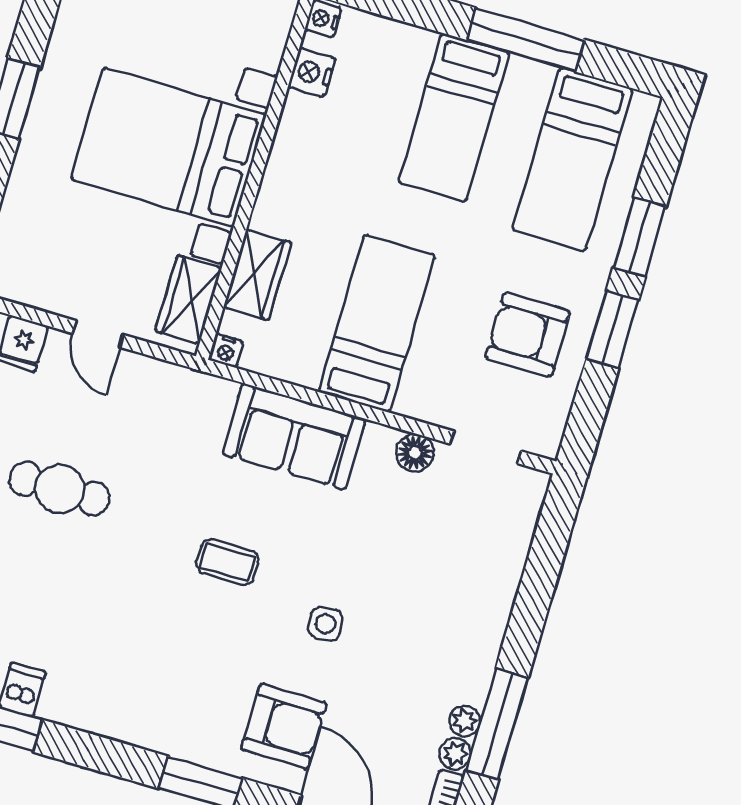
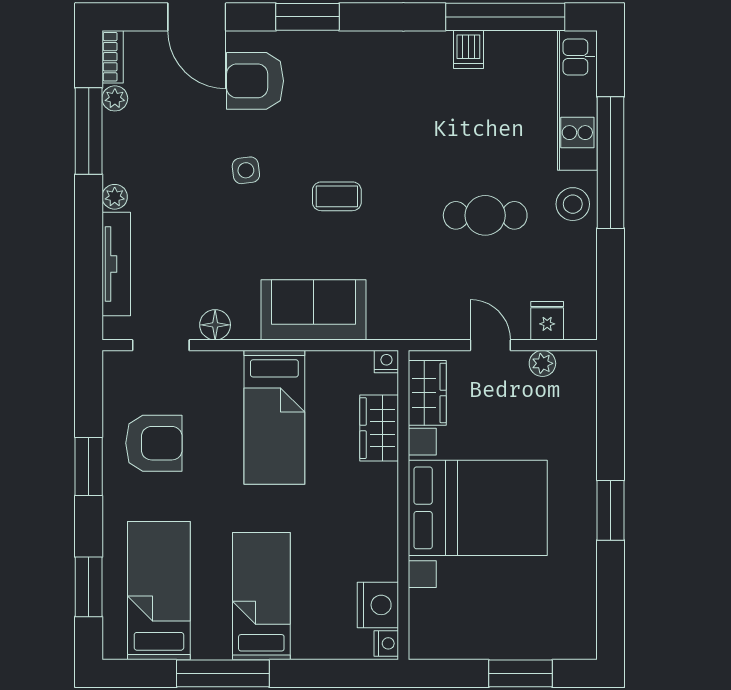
nightstand: (312, 73) -> (378, 605), width x1.36, depth x1.33
window: (639, 237) -> (89, 587), moved
plant: (43, 295) -> (542, 363), added
tv unit: (510, 558) -> (116, 264), added
plant: (465, 721) -> (115, 197), moved

